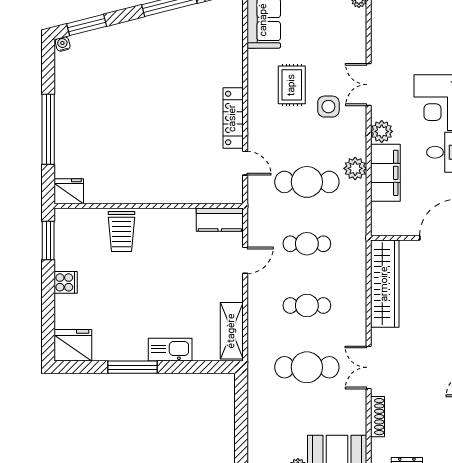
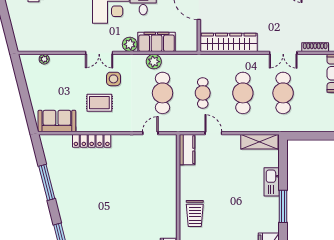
locker: (233, 118) -> (92, 141), moved
trolley: (121, 232) -> (195, 214), turned 90
cafe table: (307, 305) -> (243, 93), width x1.37, depth x1.35

